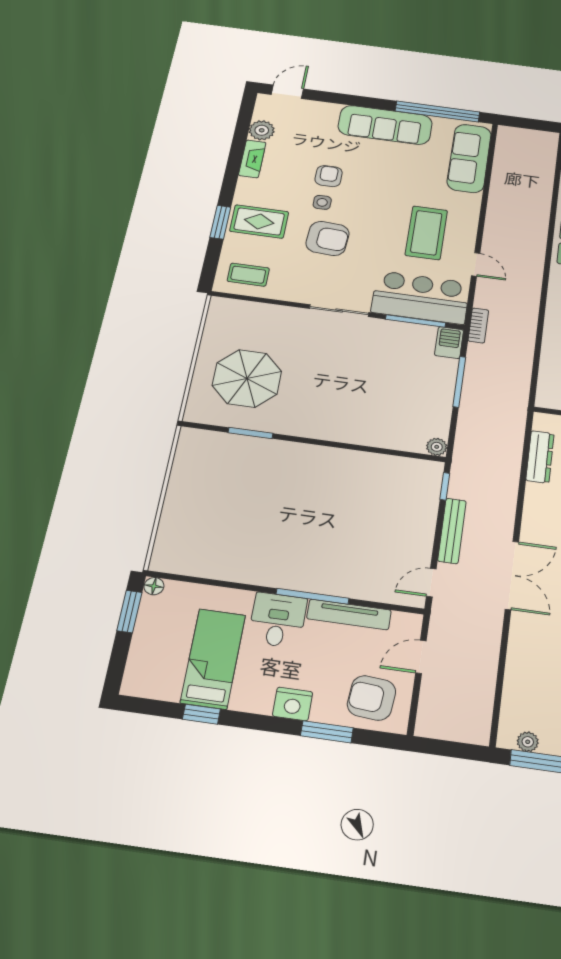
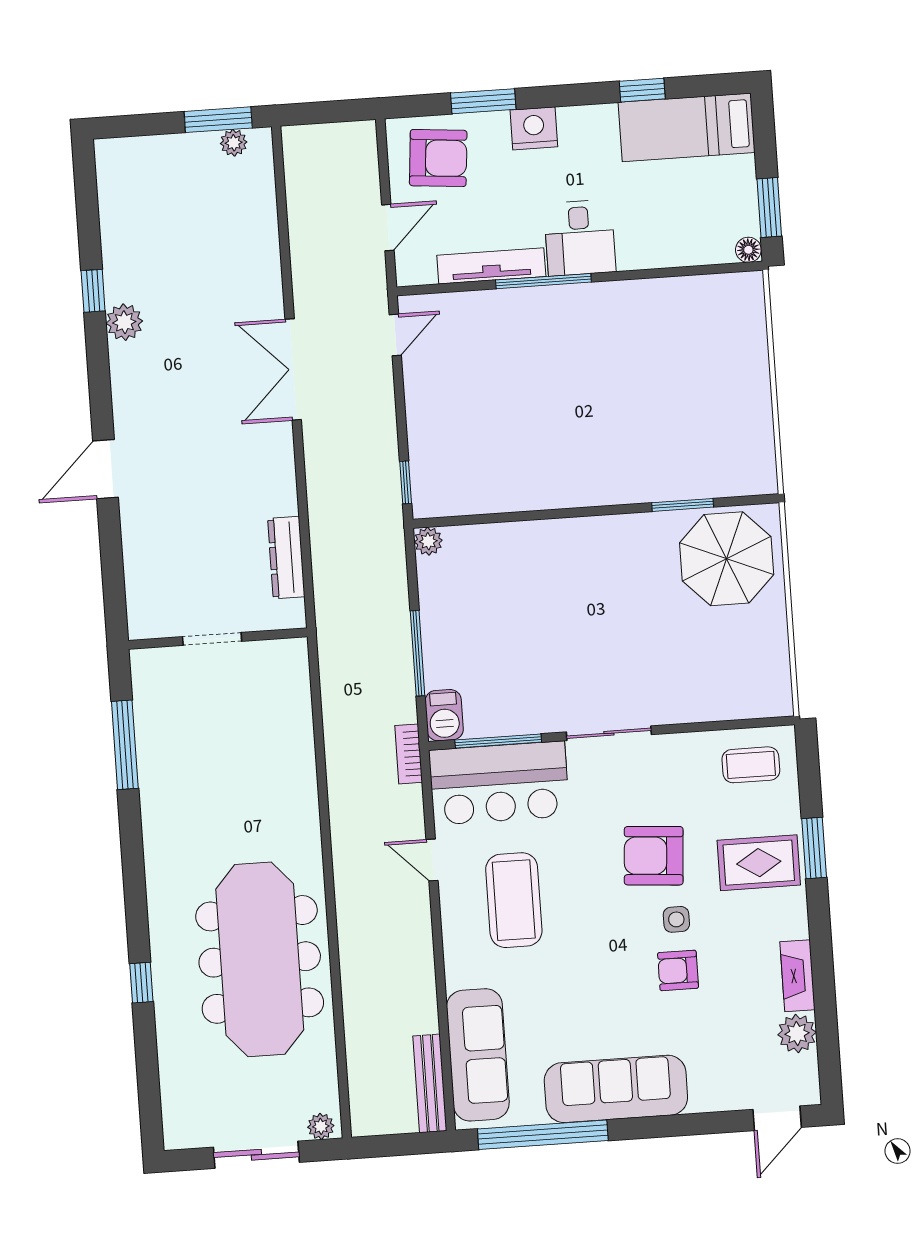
armchair: (329, 176) -> (678, 970), turned 90
parasol: (247, 378) -> (727, 559), moved
bench: (452, 531) -> (430, 1083), moved
bed: (213, 659) -> (687, 127), moved, turned 90

